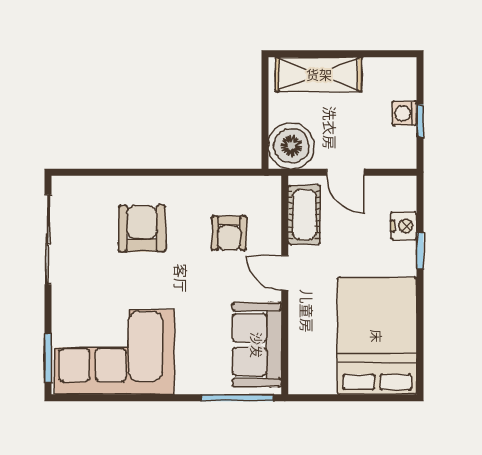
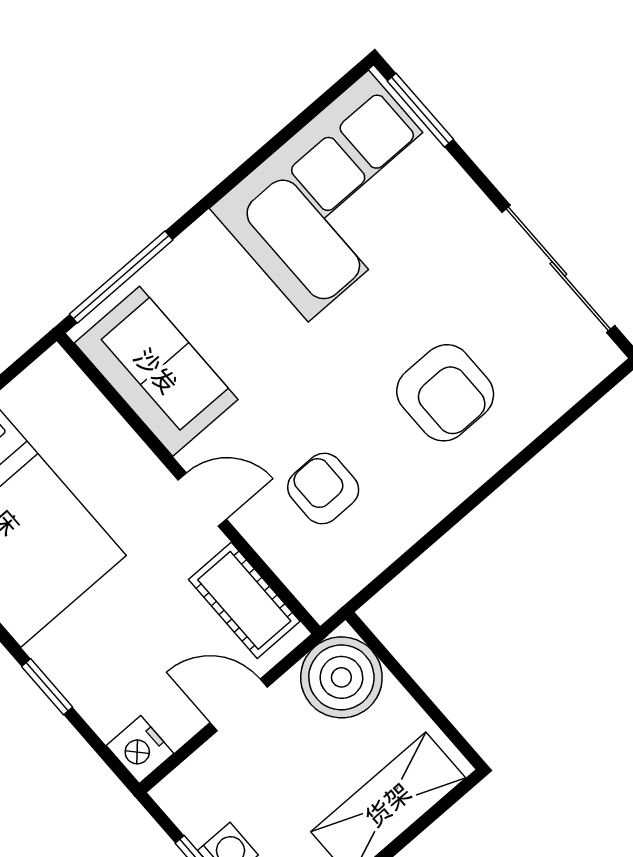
nightstand: (404, 226) -> (140, 749), moved

